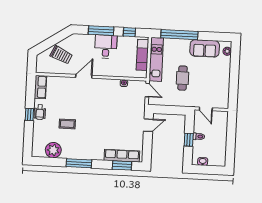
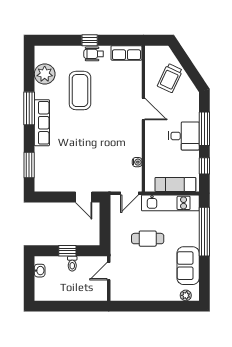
coffee table: (67, 124) -> (80, 91), width x1.86, depth x1.72
row of seats: (122, 156) -> (42, 123), moved

